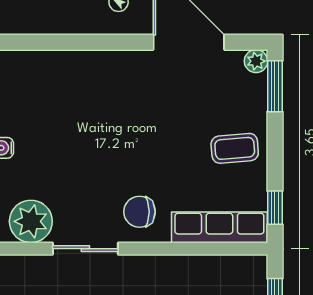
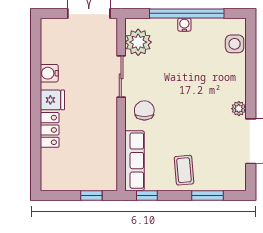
plant: (256, 61) -> (239, 109), moved
side table: (33, 68) -> (235, 44), added
window: (275, 86) -> (208, 195), moved

